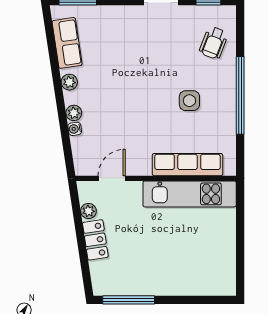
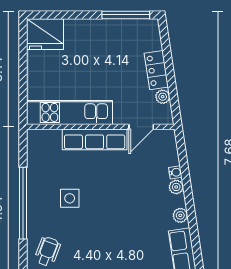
row of seats: (188, 165) -> (95, 139), moved
fridge: (216, 279) -> (45, 34), added

